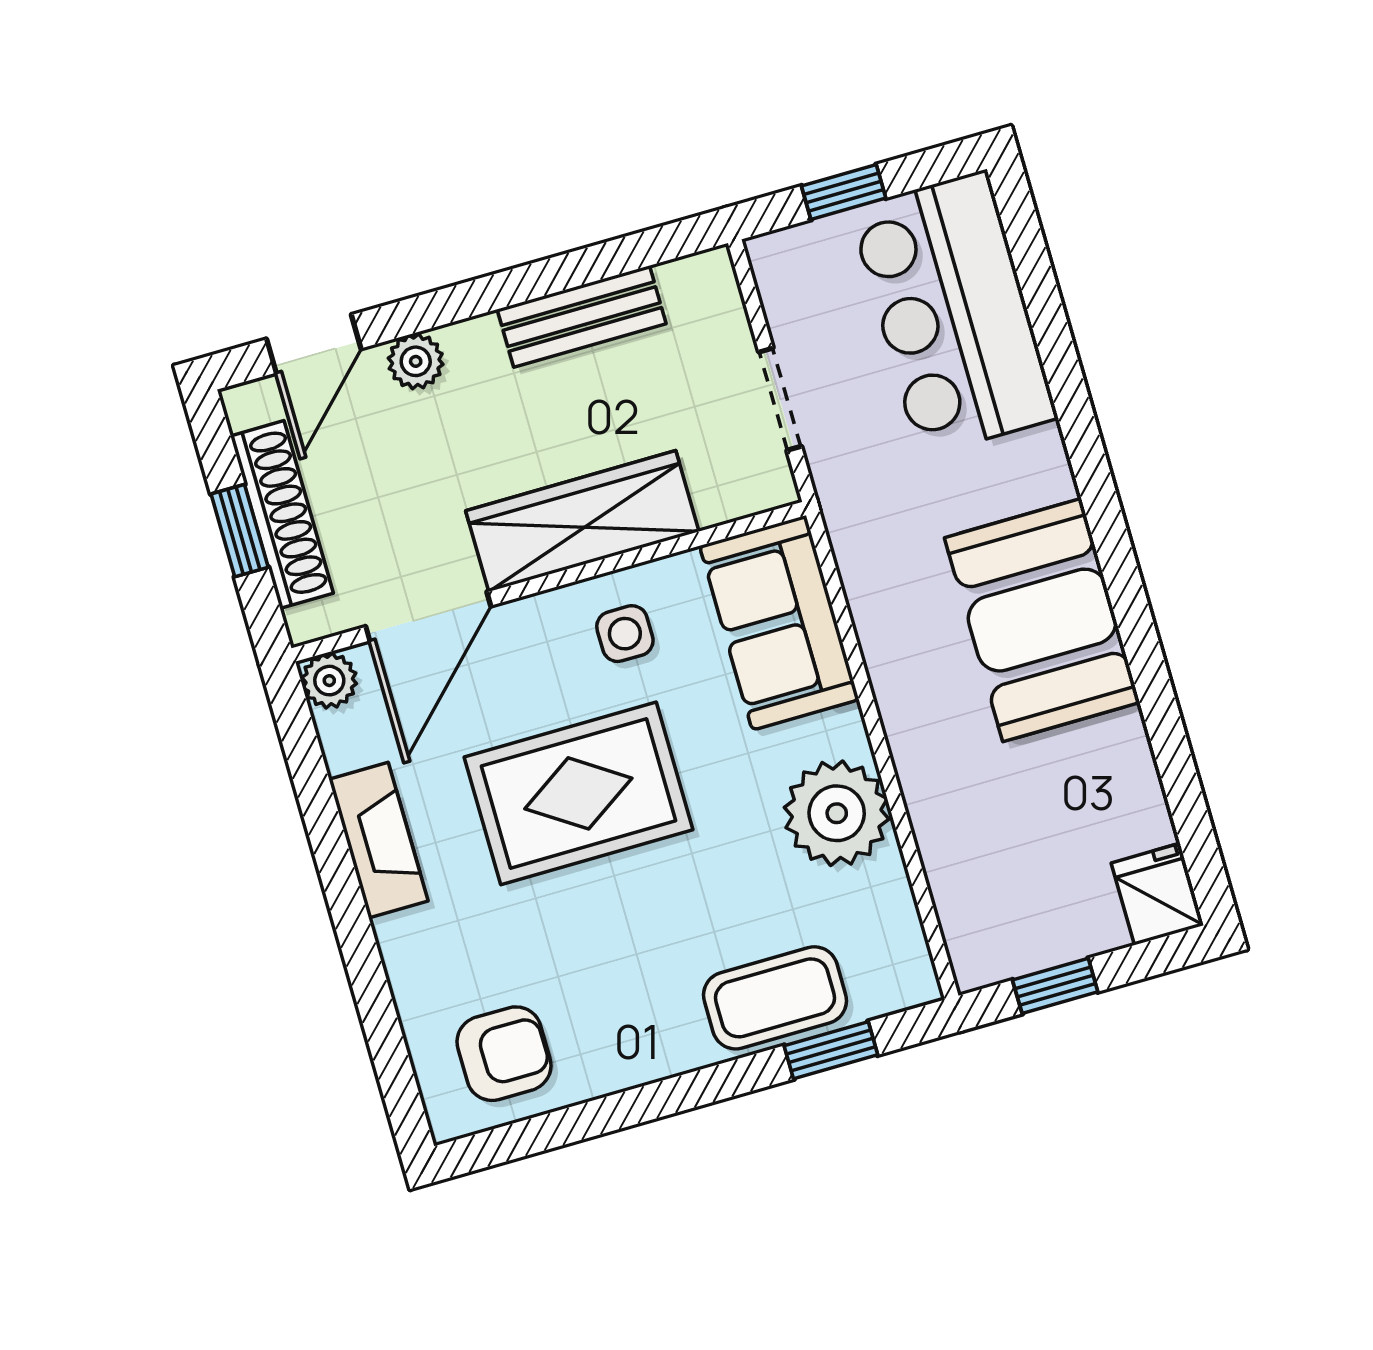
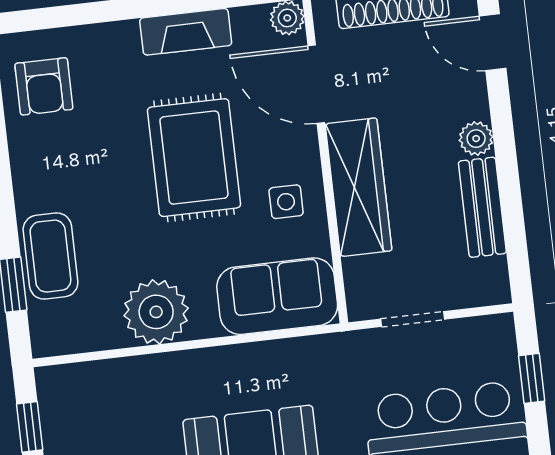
plant: (416, 361) -> (476, 139), moved

